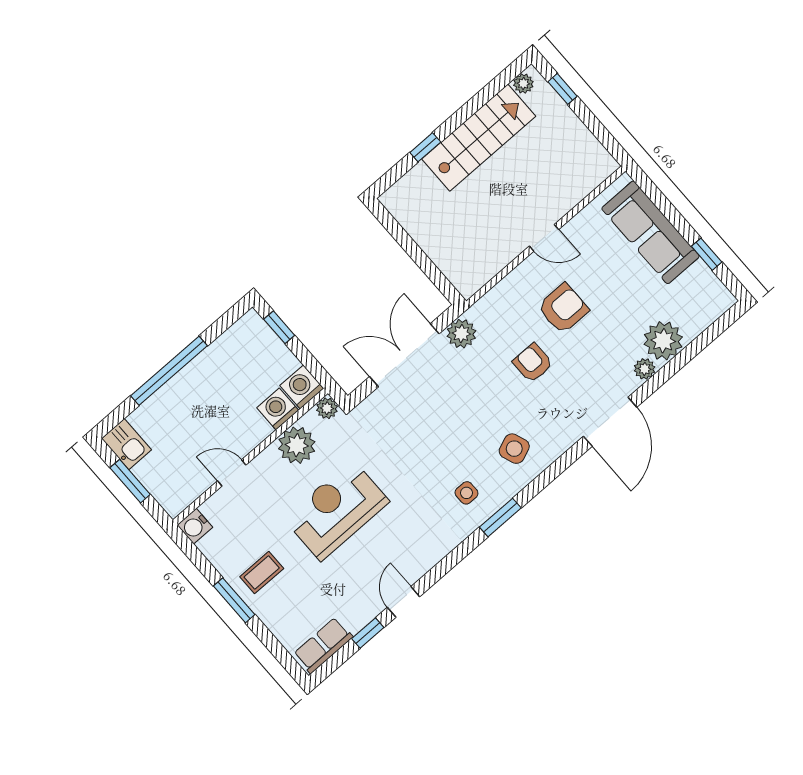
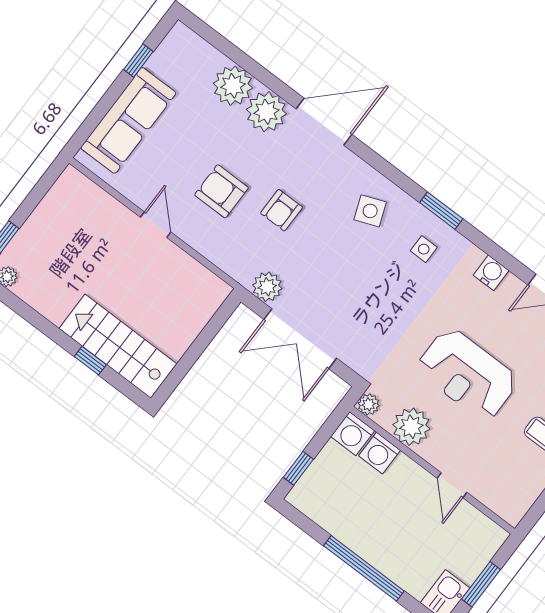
stairs: (479, 138) -> (118, 346), moved
plant: (645, 369) -> (266, 112), width x1.87, depth x1.87
water cooler: (195, 526) -> (491, 273), moved, turned -90

